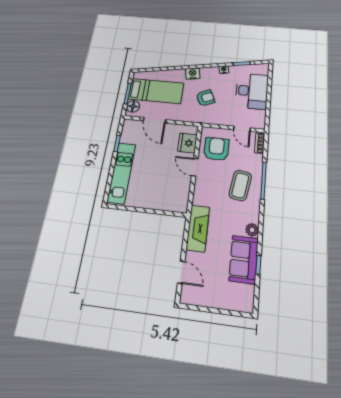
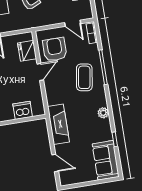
door: (195, 167) -> (40, 72), swing flipped
dishwasher: (163, 202) -> (23, 110), added
sofa: (244, 259) -> (106, 160), moved

